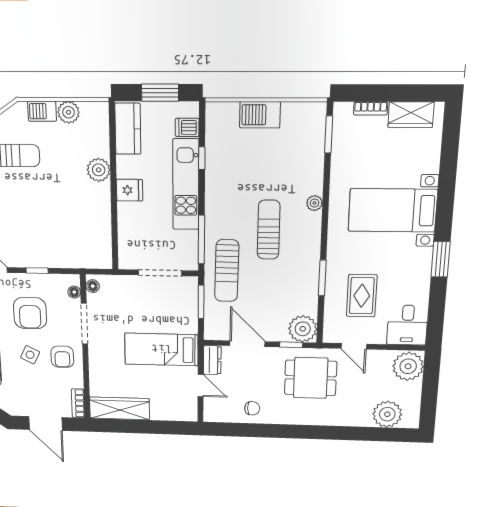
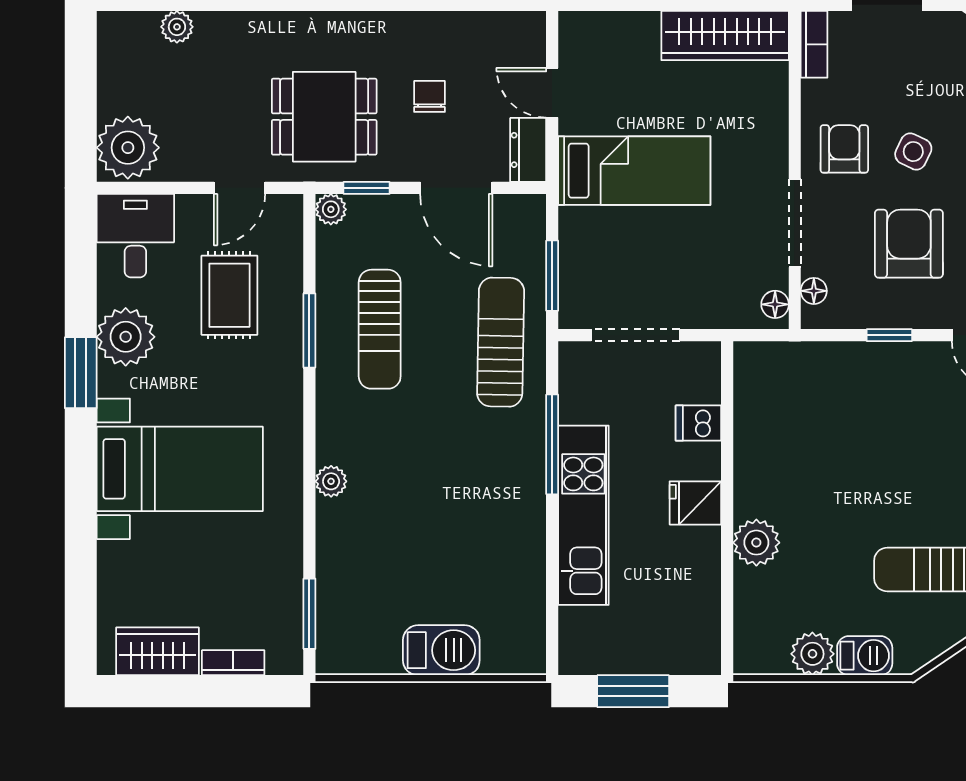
dishwasher: (187, 127) -> (698, 423), moved, turned 180
kitchen counter: (128, 129) -> (697, 623), removed
window: (202, 158) -> (552, 567), removed
sun lounger: (269, 230) -> (380, 329), moved
window: (201, 240) -> (552, 444), moved
plant: (416, 277) -> (126, 337), added
plant: (303, 329) -> (331, 209), width x0.53, depth x0.53
door: (354, 346) -> (239, 188), swing flipped
chair: (252, 408) -> (429, 96), moved, turned 90
plant: (387, 414) -> (177, 27), width x0.53, depth x0.53

